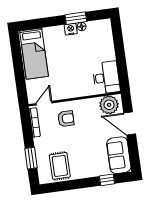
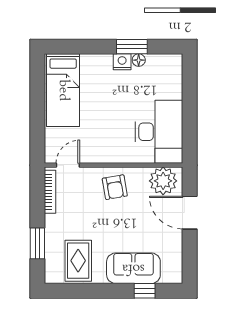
desk: (106, 78) -> (159, 132), width x1.36, depth x1.30
armchair: (66, 119) -> (115, 187), moved, turned 80
sofa: (119, 155) -> (133, 268), moved, turned 90

